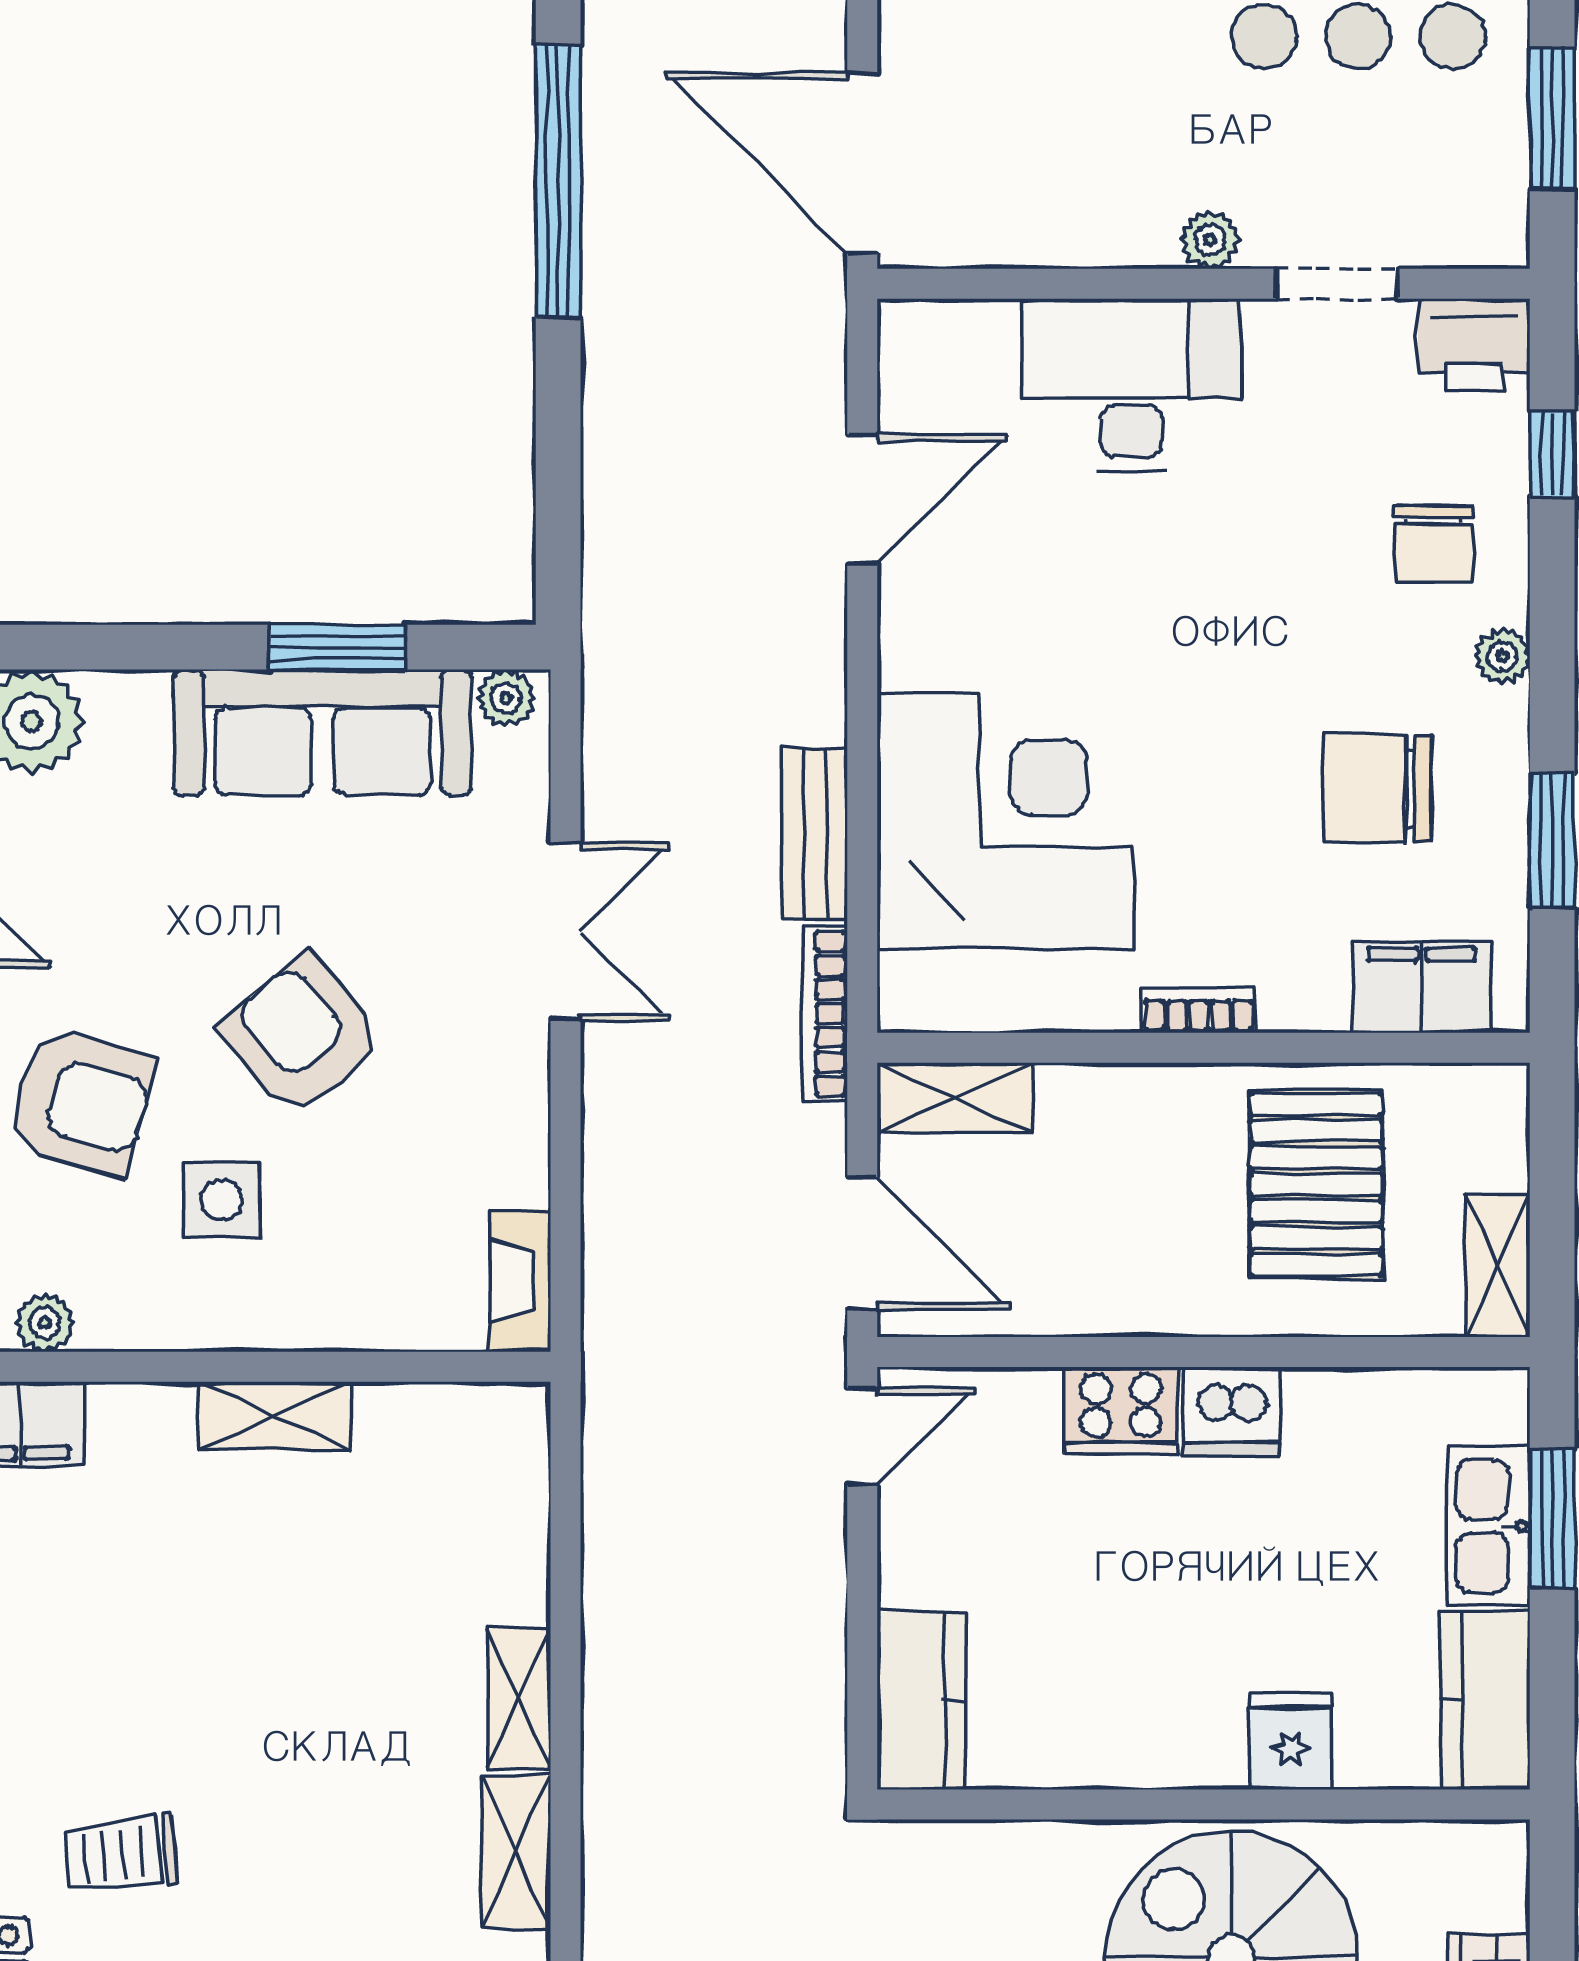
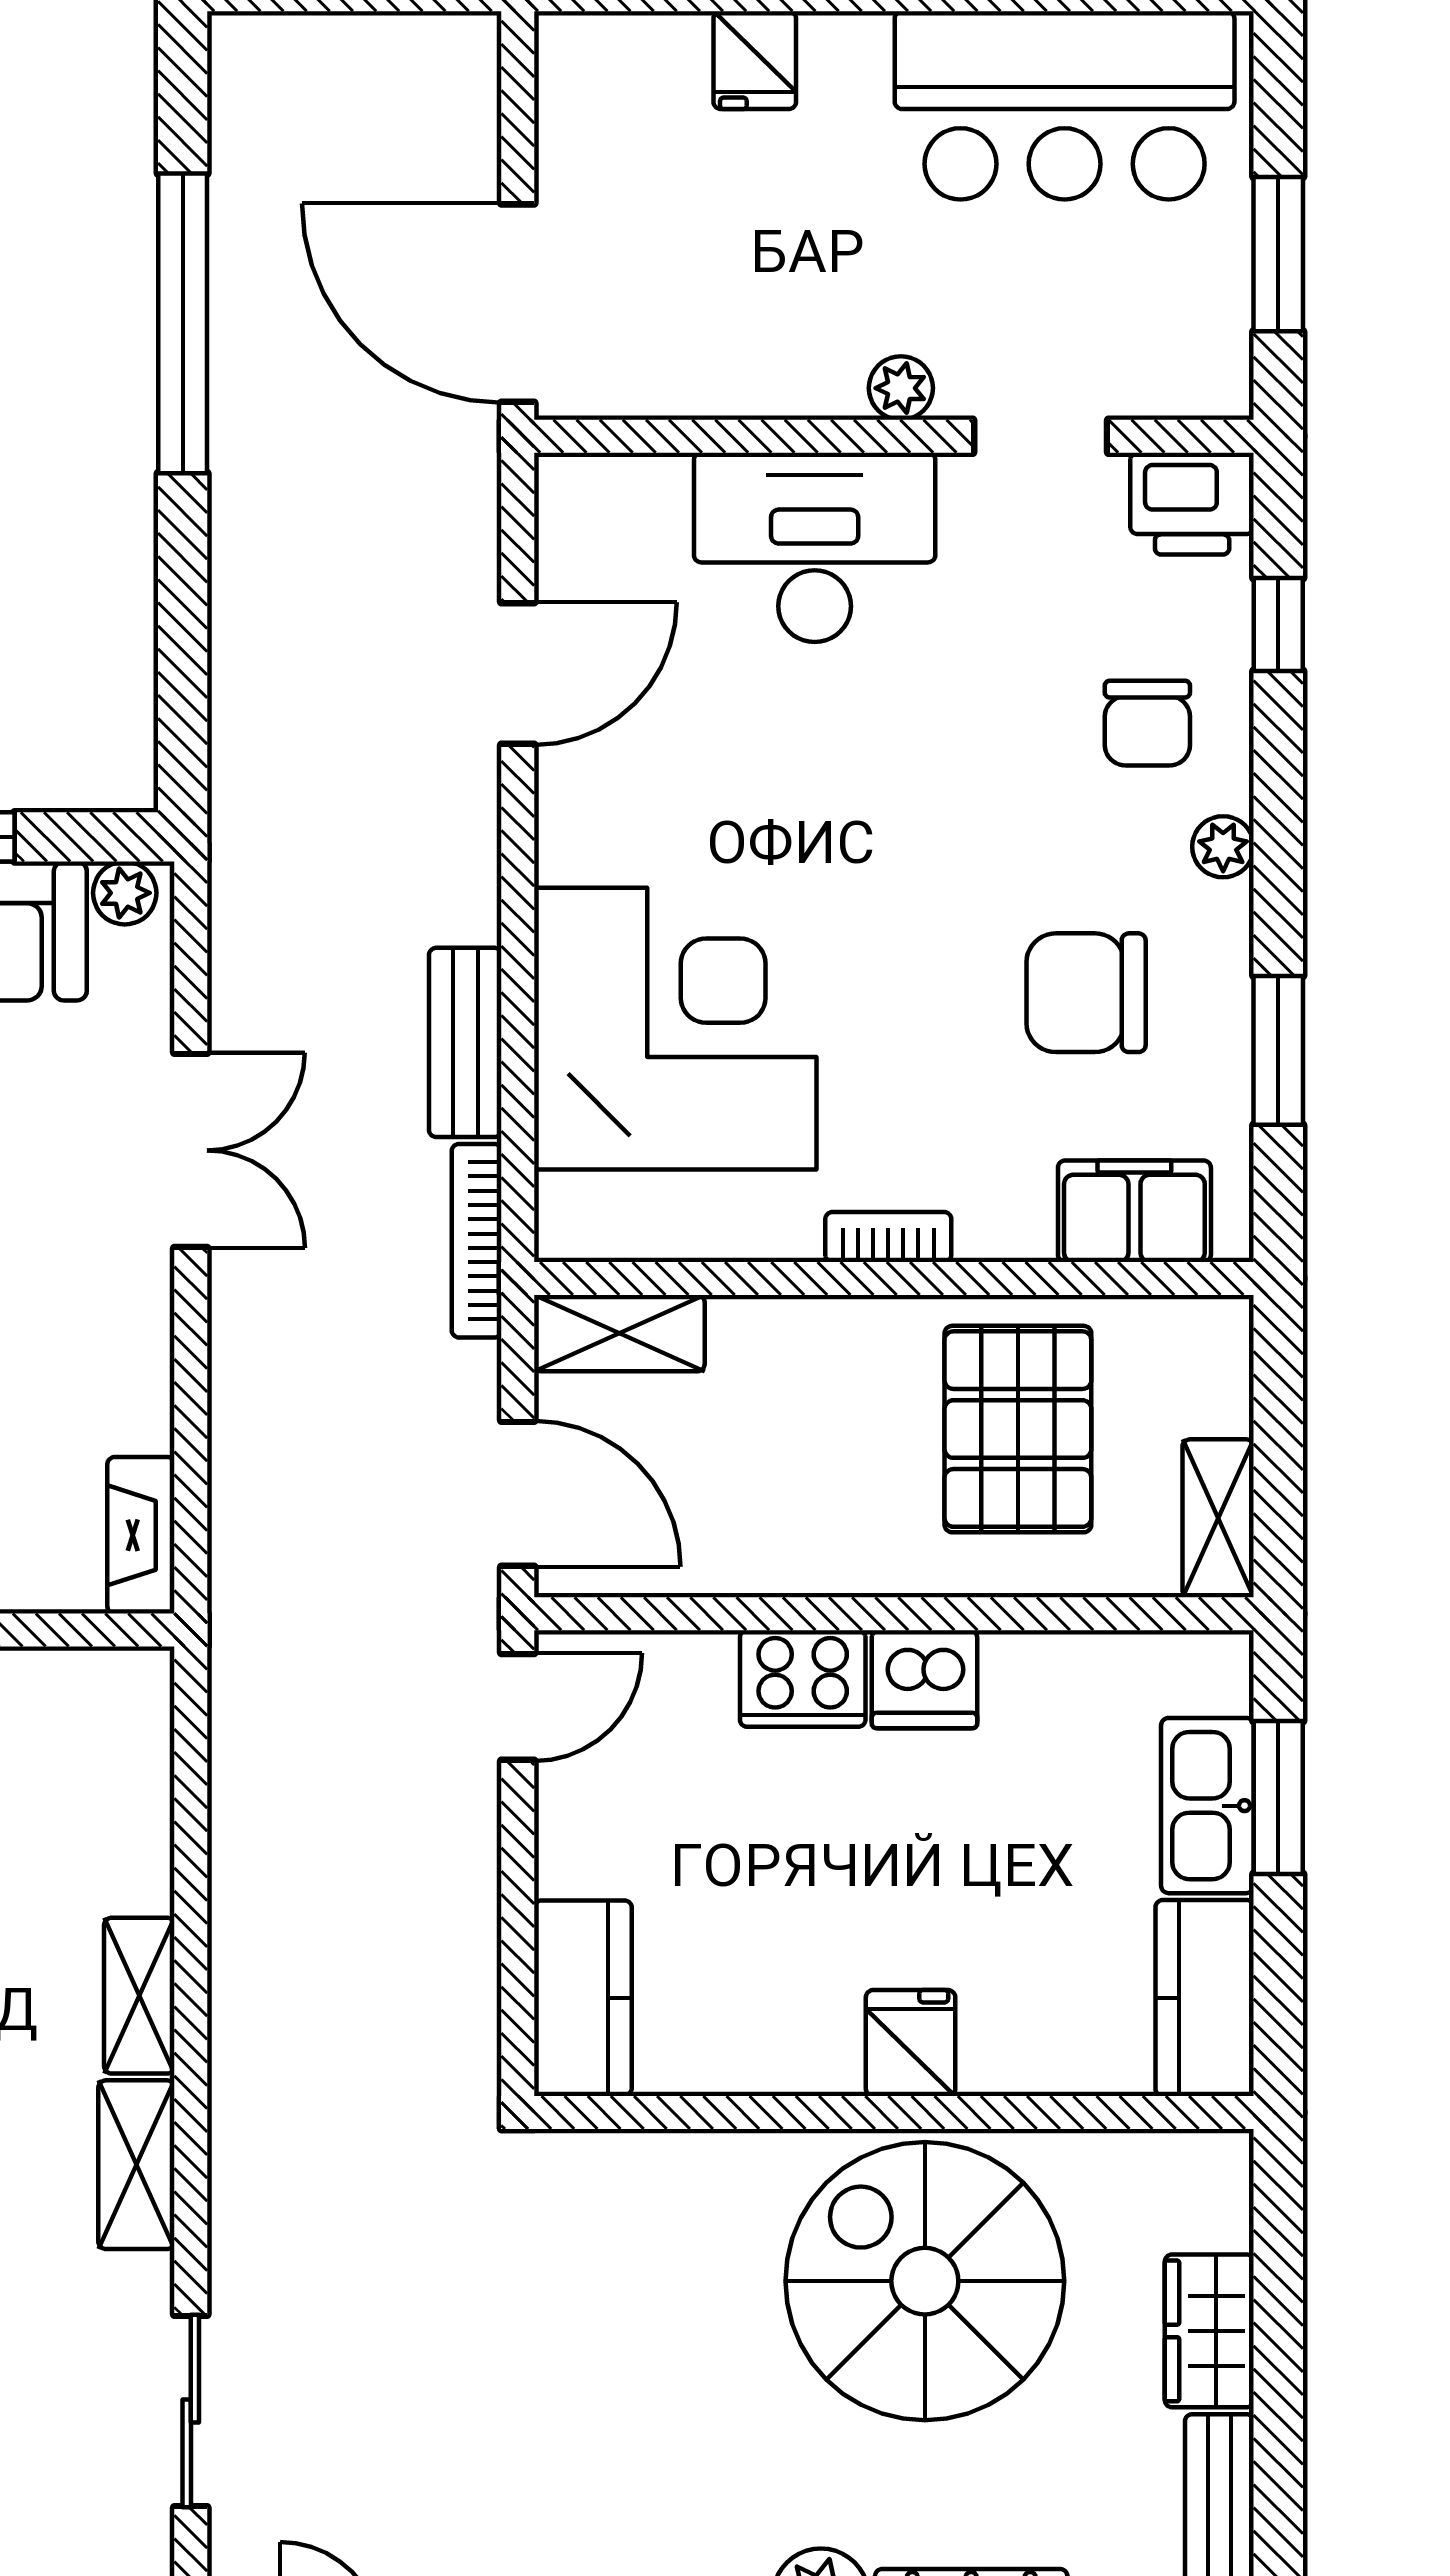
fridge: (1290, 1741) -> (911, 2043), moved

